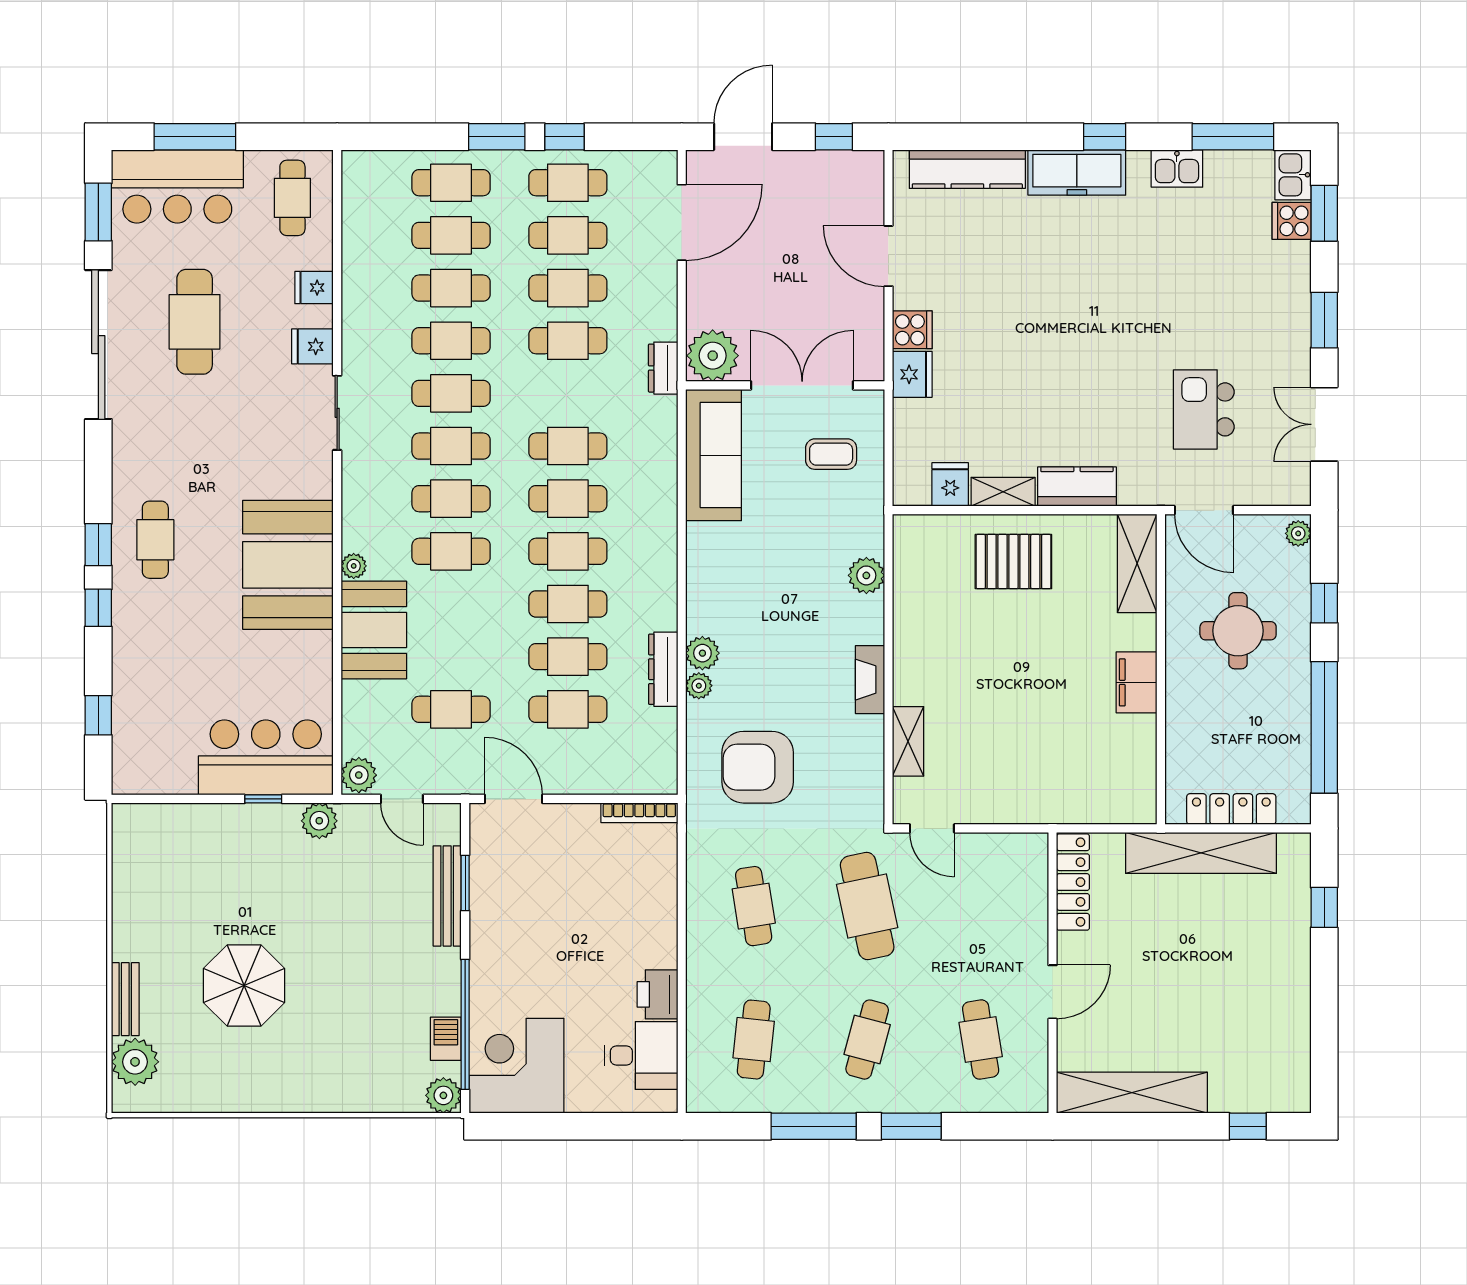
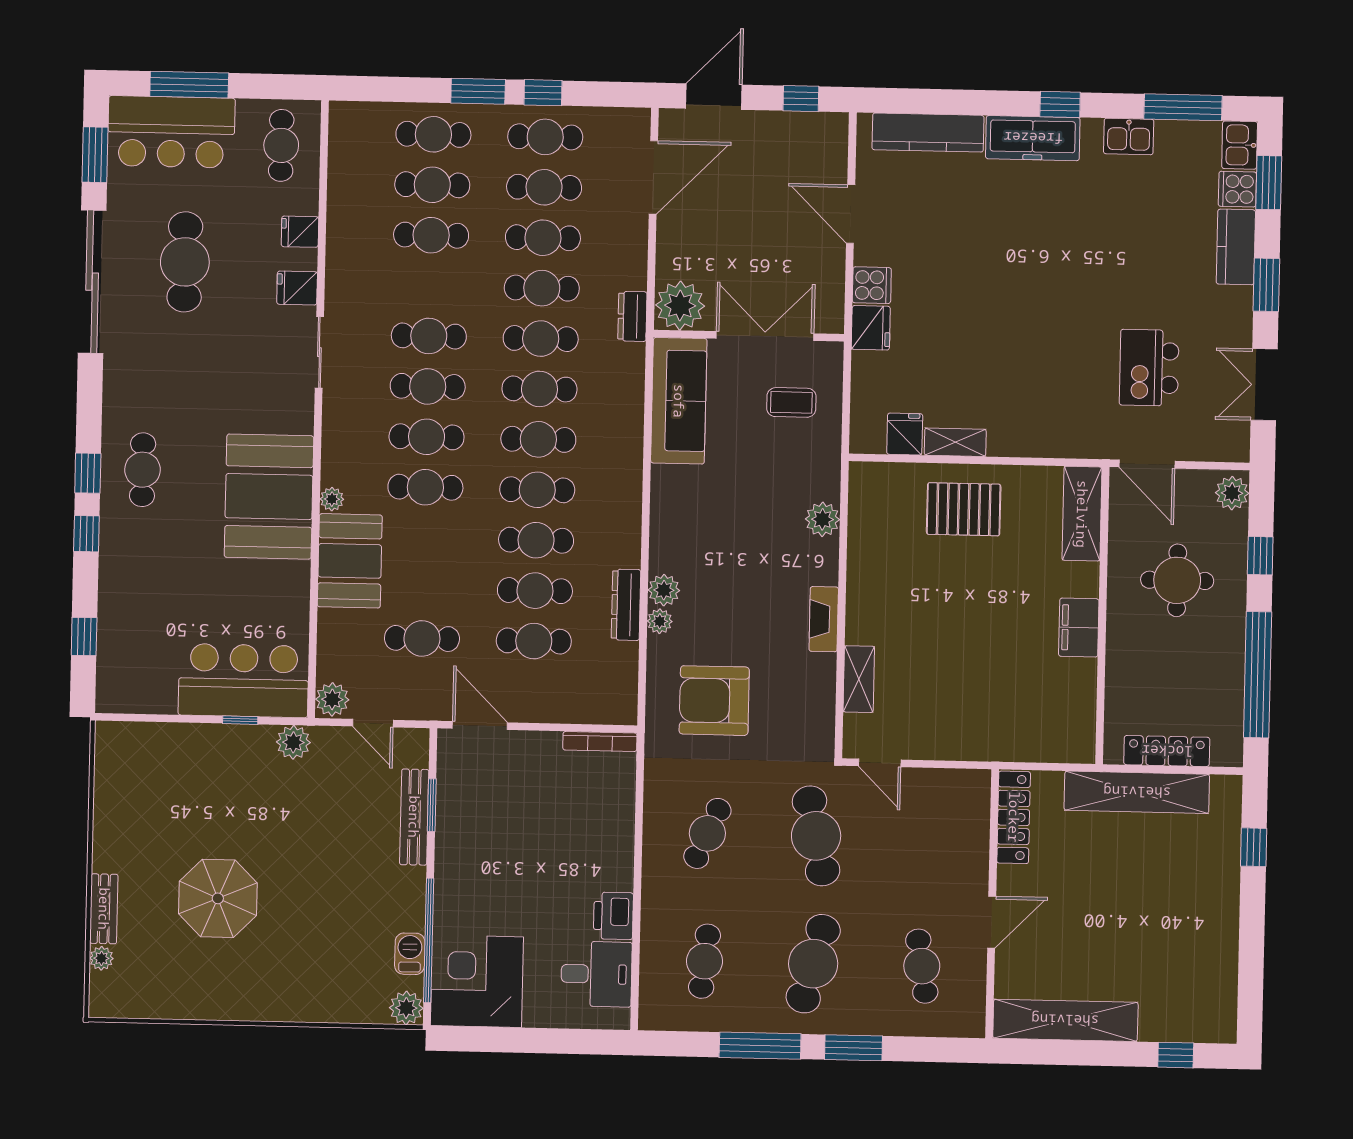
cafe table: (451, 341) -> (541, 339), moved
kitchen counter: (1077, 487) -> (1236, 247), moved, turned -90
plant: (1298, 533) -> (1232, 493), width x1.38, depth x1.38
cafe table: (754, 906) -> (707, 833), turned 33
cafe table: (867, 1040) -> (813, 964), width x1.37, depth x1.35
plant: (135, 1062) -> (101, 958), width x0.53, depth x0.53

